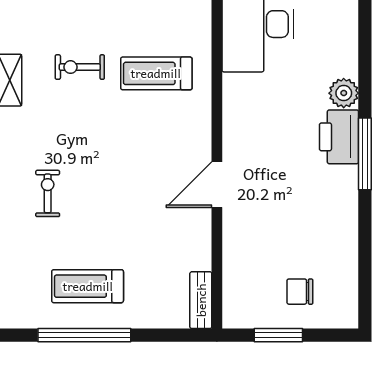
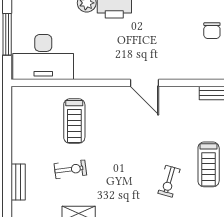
exercise bike: (80, 67) -> (70, 169), turned -97
exercise bike: (48, 193) -> (169, 181), moved, turned -74

